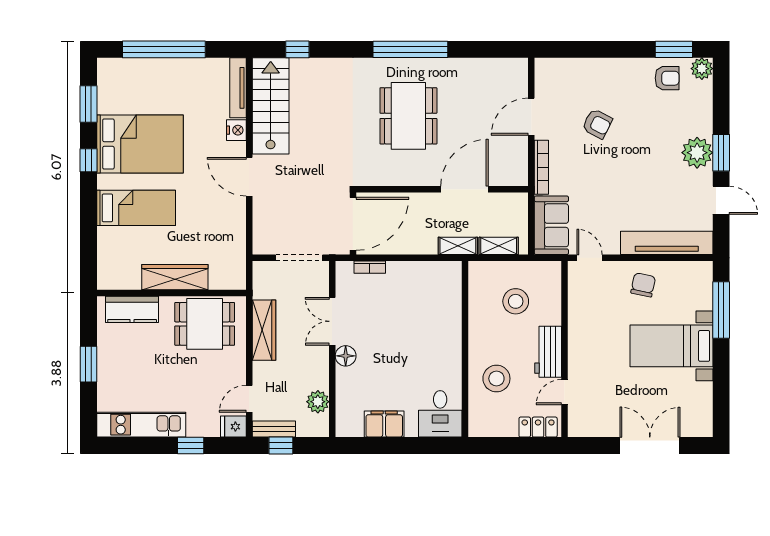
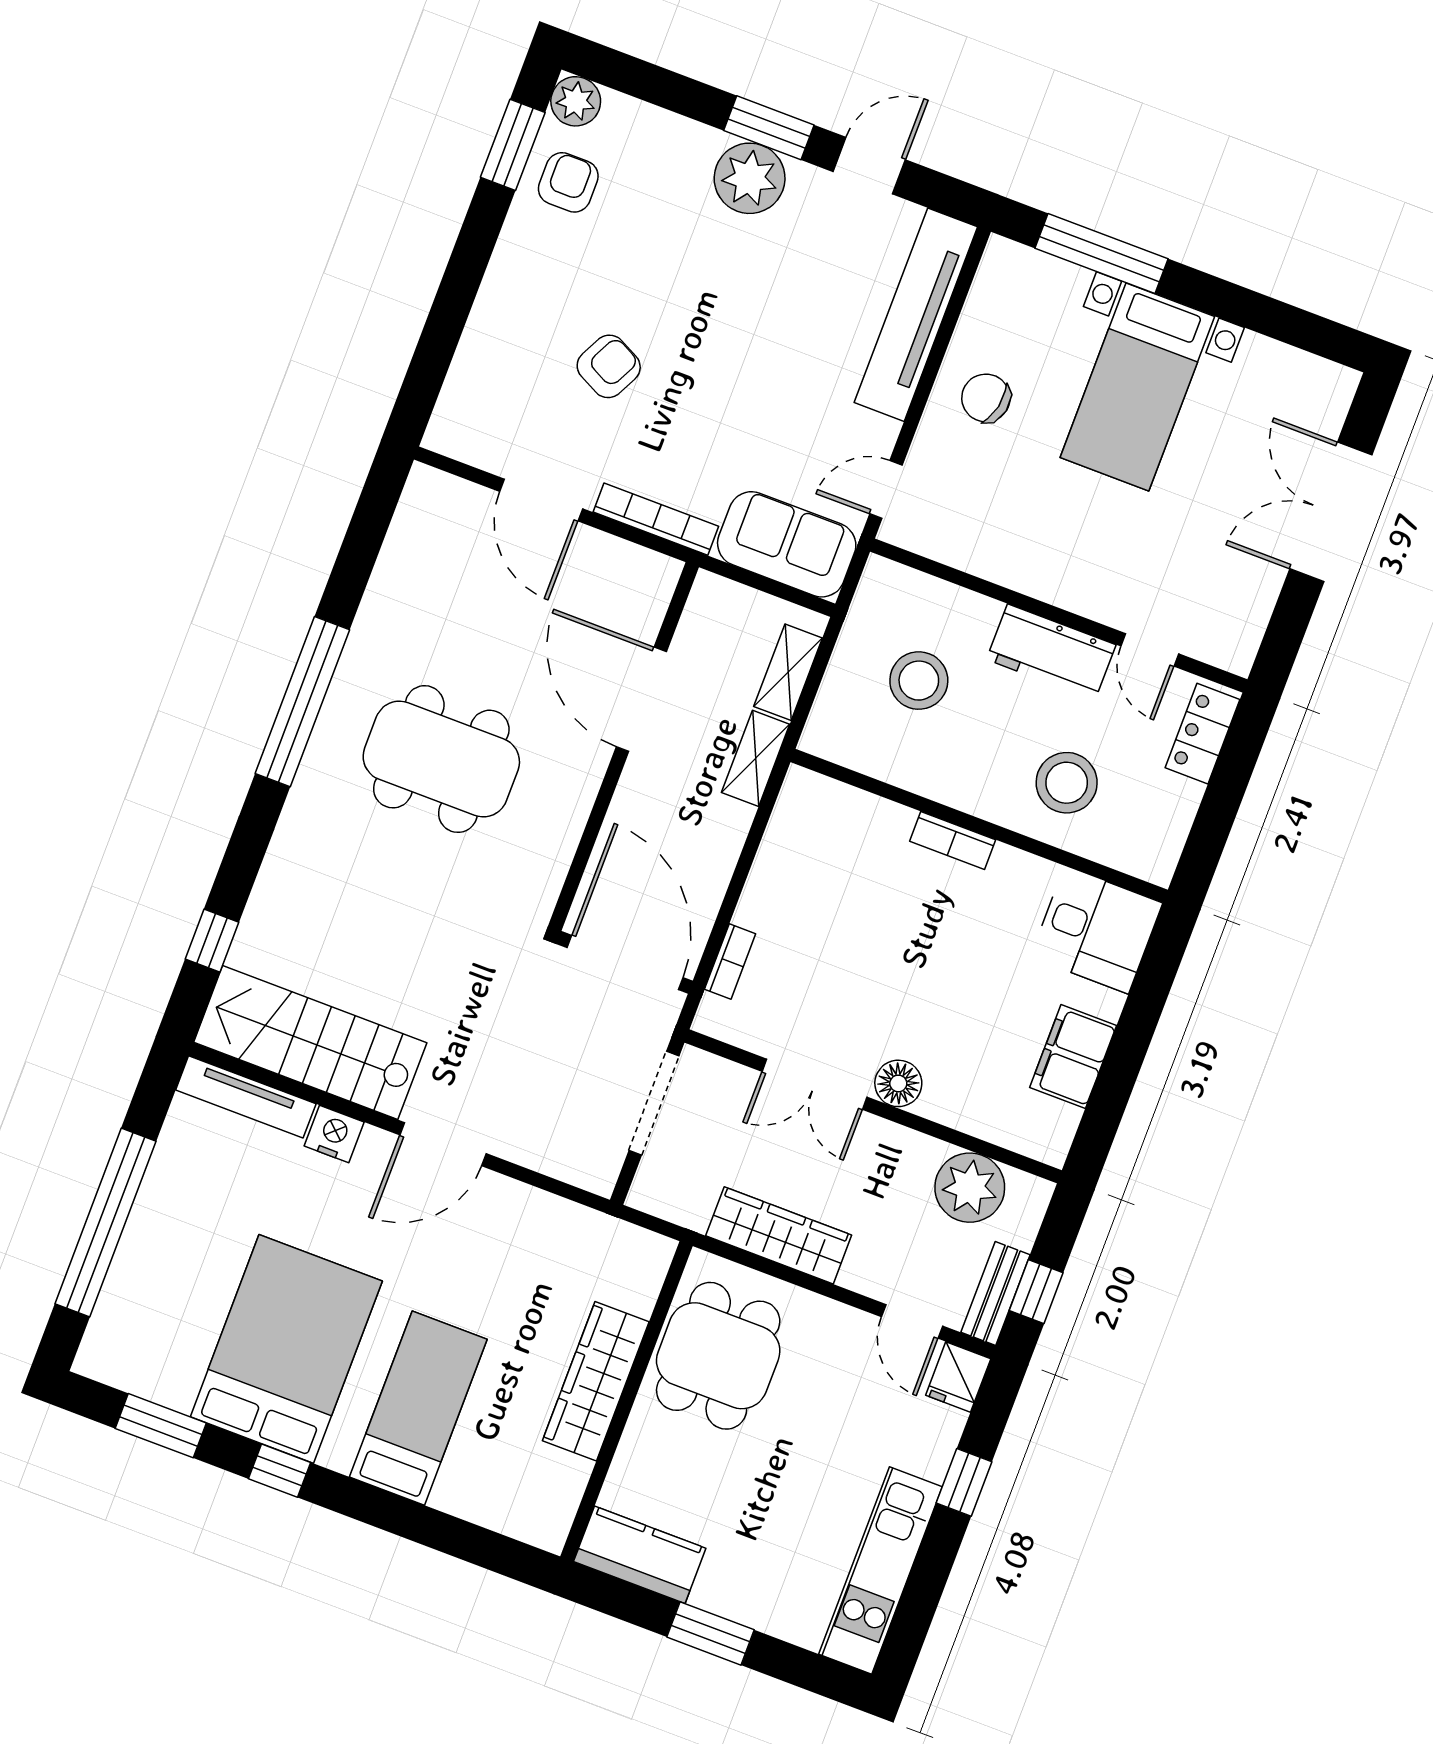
kitchen counter: (132, 309) -> (640, 1555), moved, turned -90
bookcase: (455, 340) -> (953, 840), added
plant: (318, 402) -> (970, 1188), width x1.36, depth x1.36

